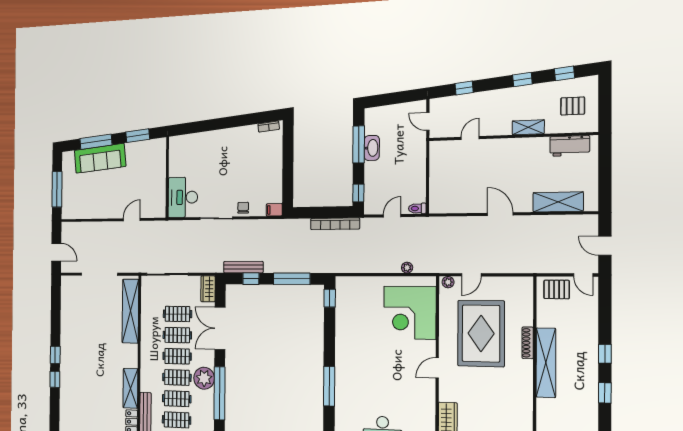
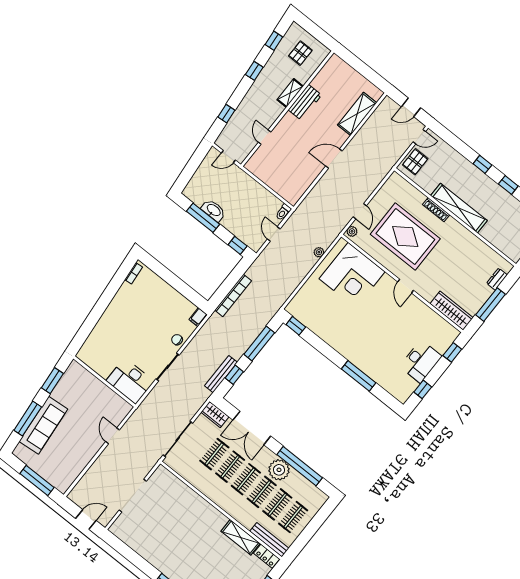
workbench: (570, 146) -> (305, 102), moved
bookcase: (335, 224) -> (233, 295), moved
shelving: (130, 311) -> (182, 491), removed

